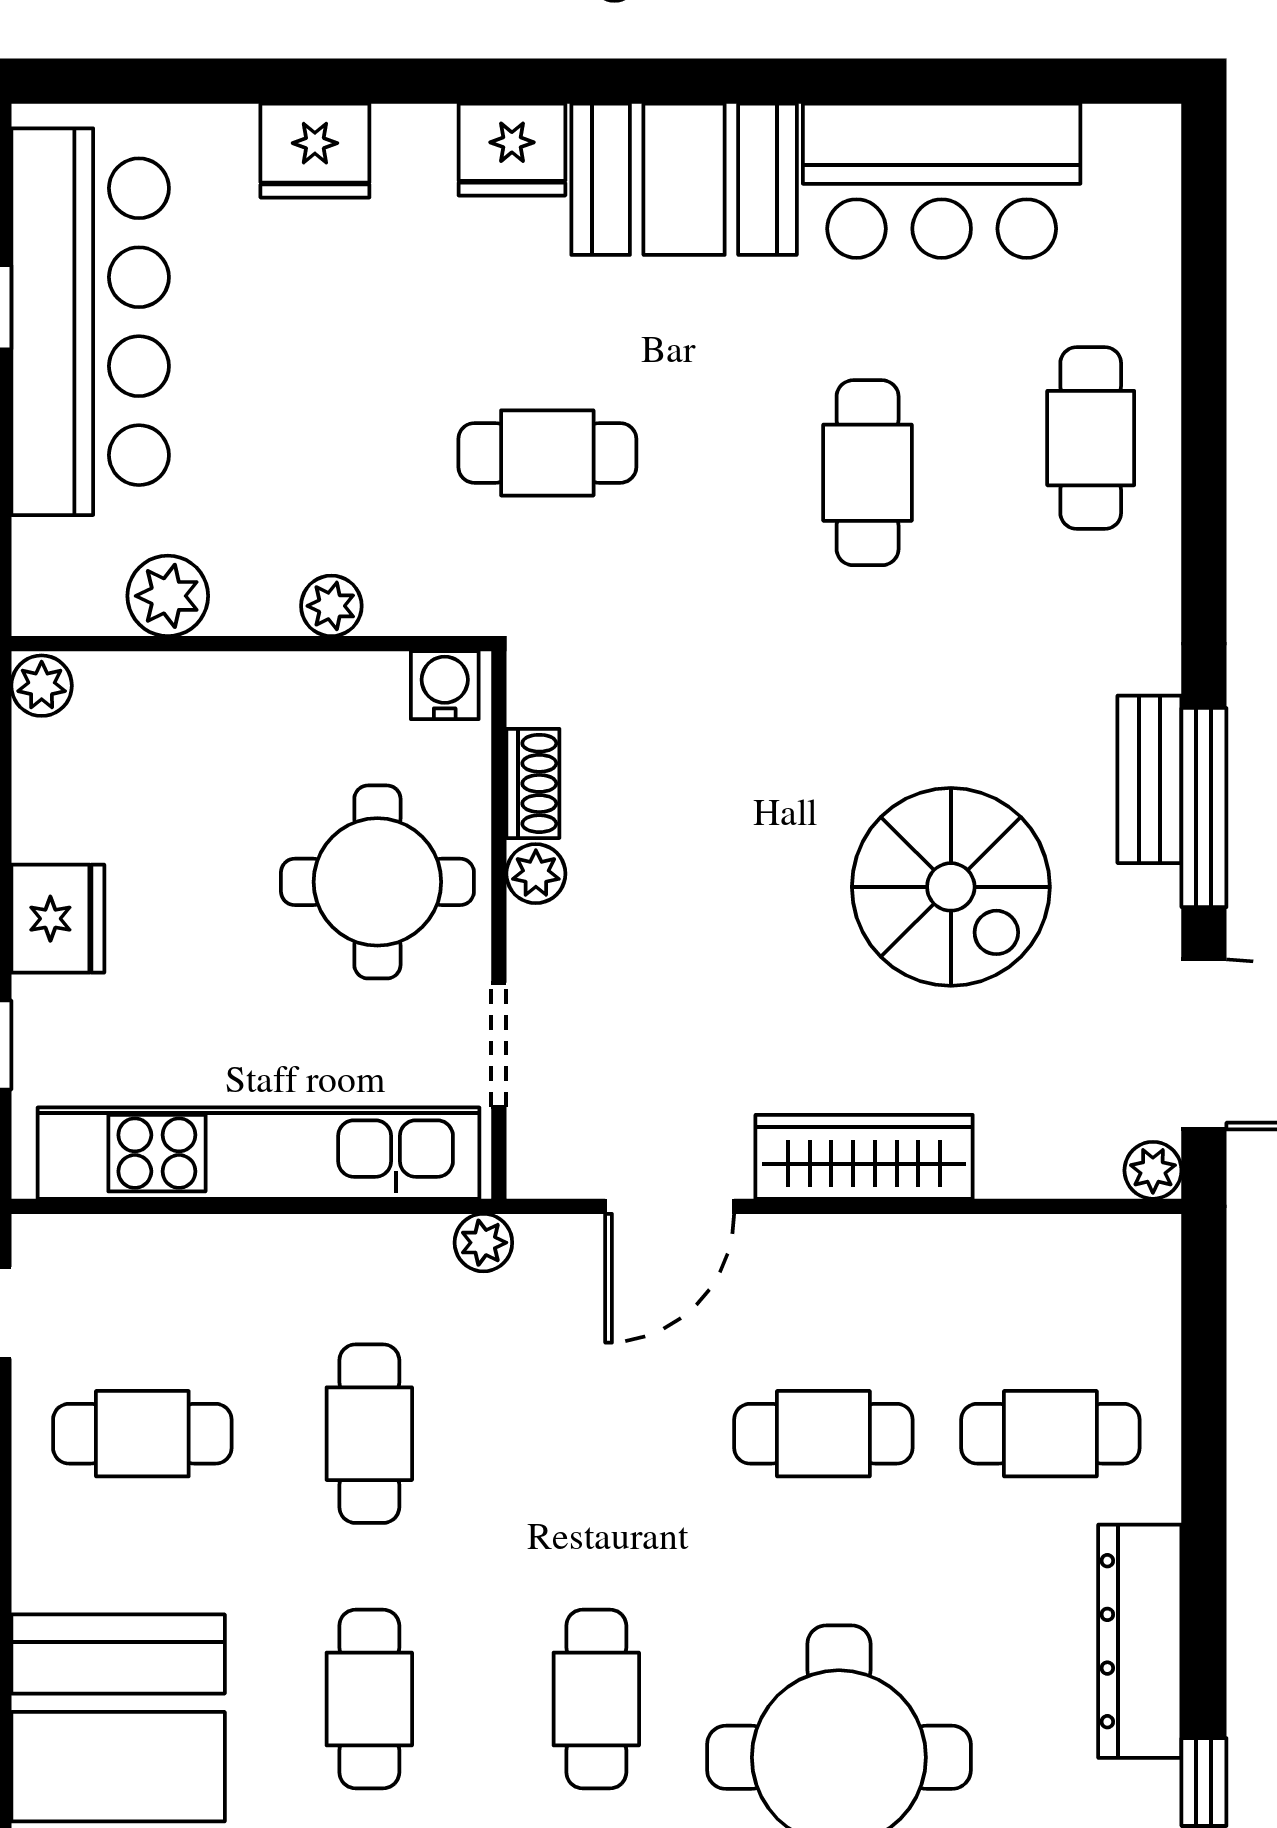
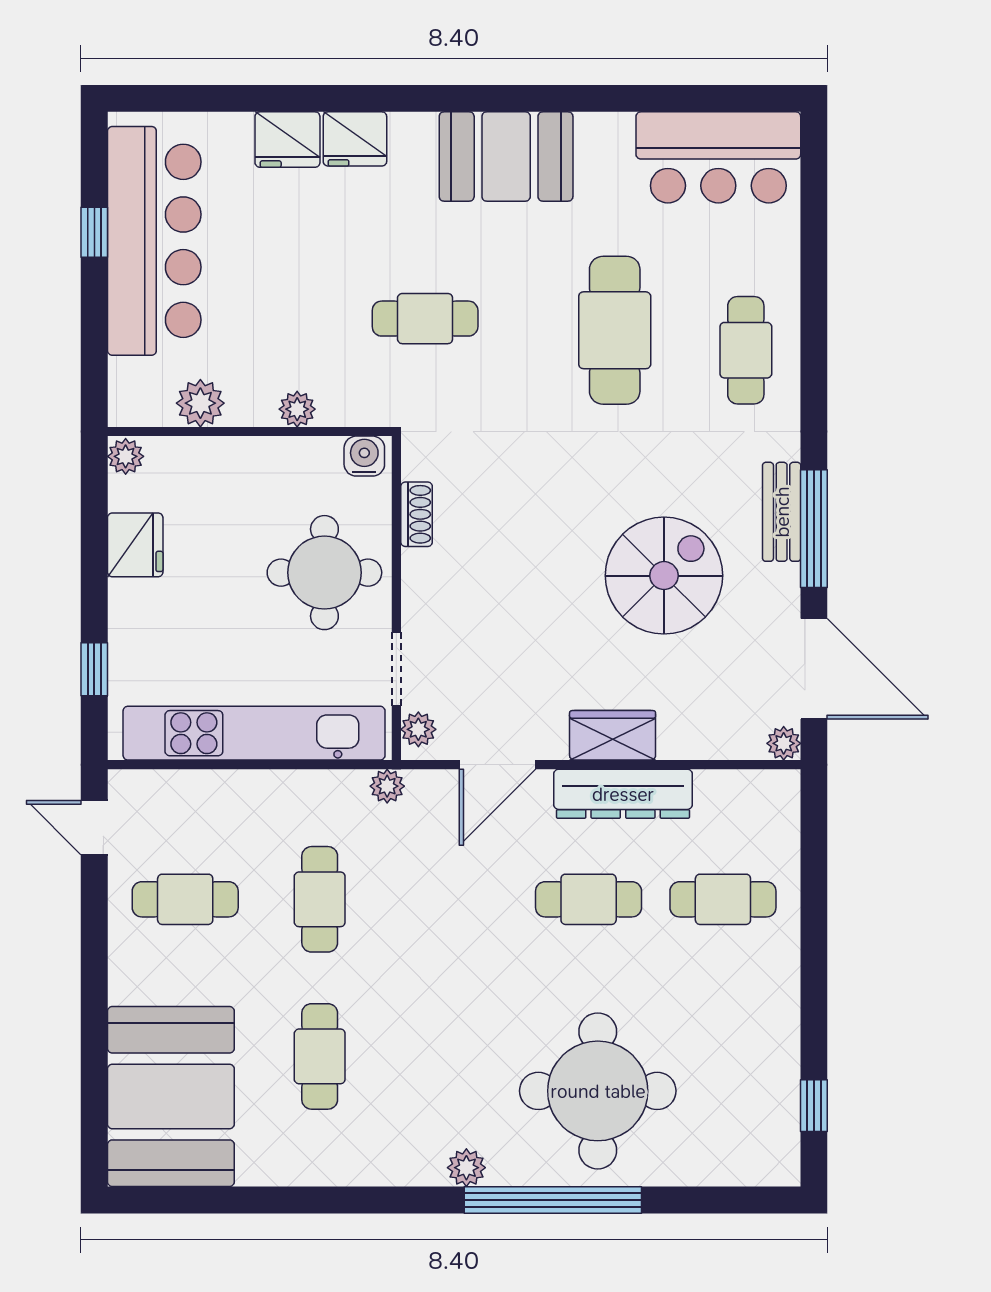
fridge: (512, 150) -> (355, 139), moved
bar counter: (942, 181) -> (718, 157), moved
cafe table: (1091, 438) -> (746, 350), moved
cafe table: (868, 473) -> (615, 330), width x1.37, depth x1.35
plant: (536, 874) -> (418, 729), moved
spiral stairs: (951, 887) -> (664, 576), turned -90
fridge: (58, 919) -> (135, 545), moved
wardrobe: (864, 1157) -> (613, 735), width x0.67
dresser: (1140, 1641) -> (623, 794), moved, turned -90
cafe table: (596, 1699) -> (454, 1056), removed

